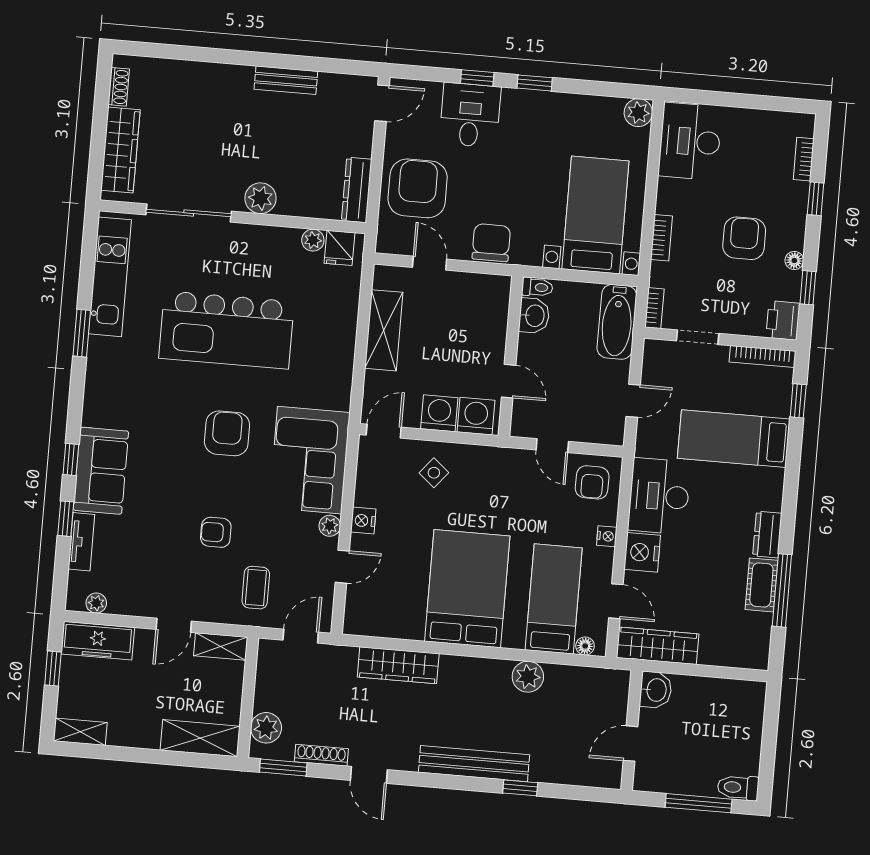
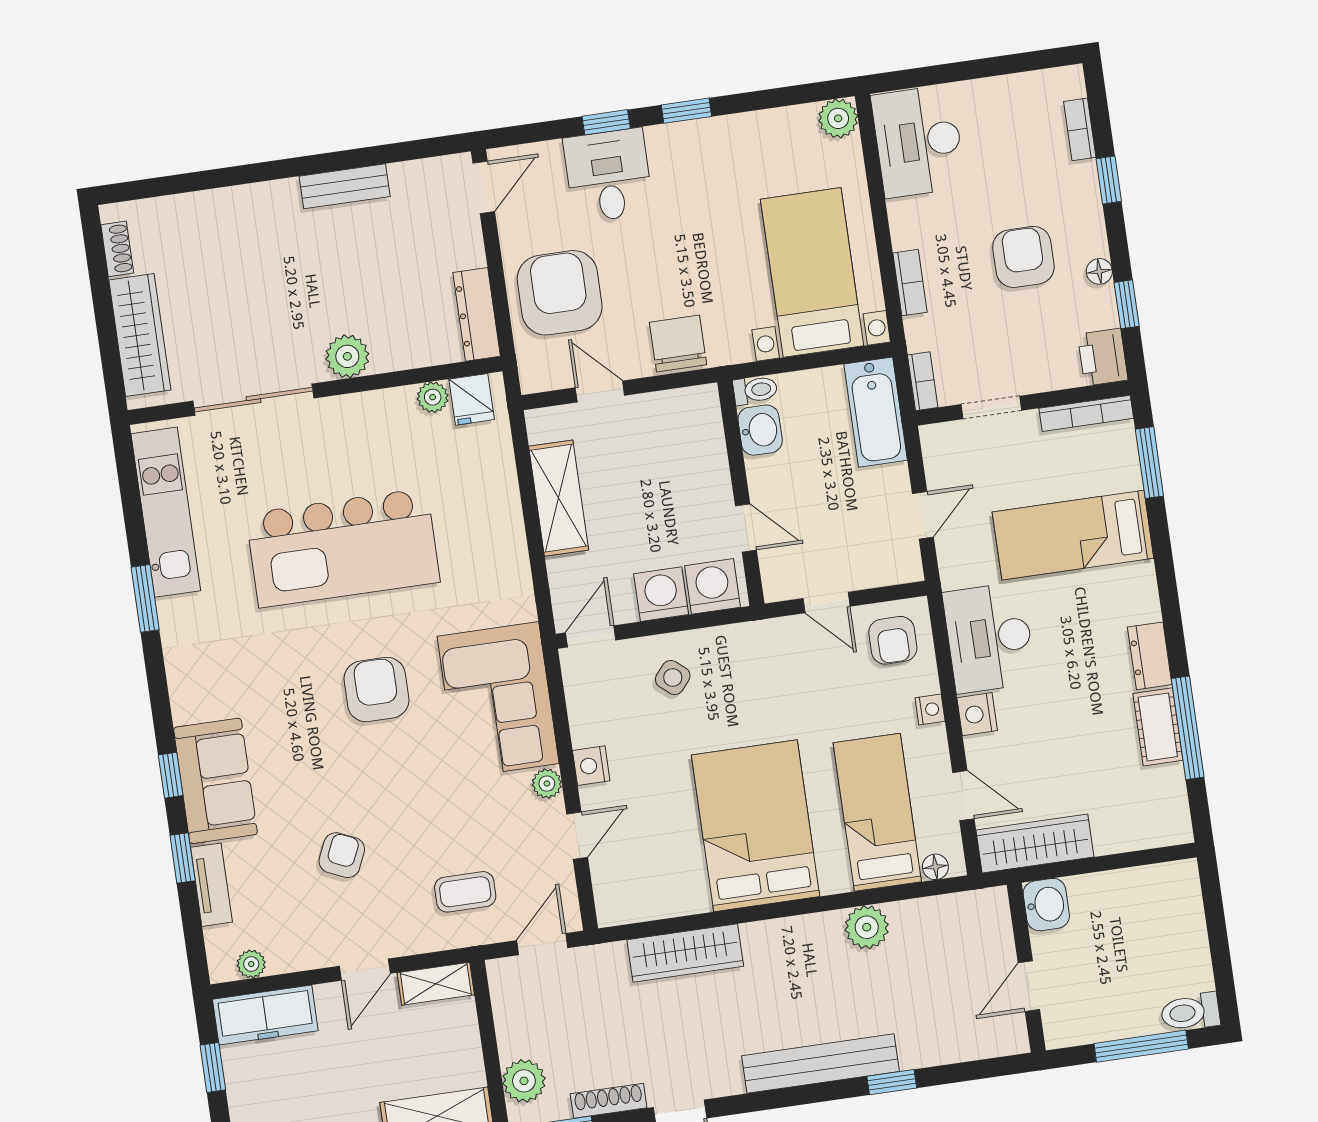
window: (798, 401) -> (1149, 463), width x1.50
armchair: (216, 532) -> (342, 855), moved, turned 114
nightstand: (642, 552) -> (977, 714), width x0.74, depth x0.75
coffee table: (256, 588) -> (465, 892), turned 90

